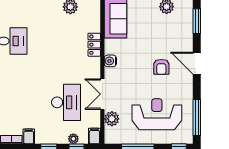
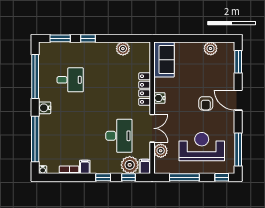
locker: (94, 45) -> (145, 89), width x1.53
double door: (102, 94) -> (152, 128), swing flipped
plant: (73, 139) -> (130, 165), width x1.88, depth x1.88

